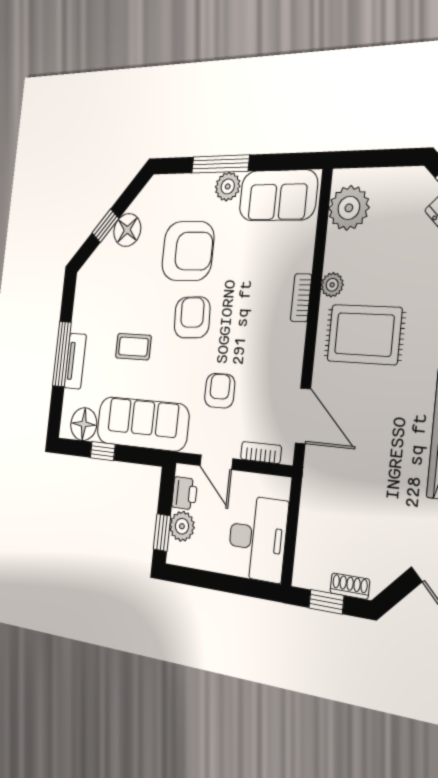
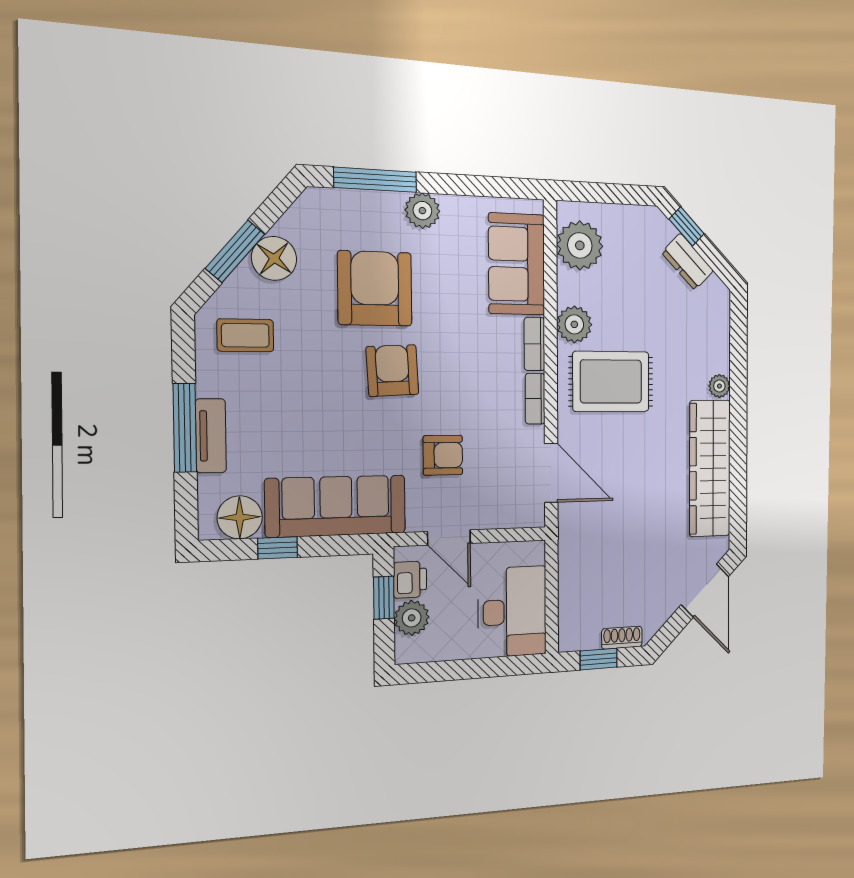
window: (220, 164) -> (375, 180), moved
sofa: (278, 195) -> (517, 264), moved, turned 90
window: (105, 226) -> (235, 251), width x1.50
armchair: (188, 251) -> (375, 288), turned -90
plant: (332, 285) -> (574, 324), width x1.38, depth x1.38
coffee table: (133, 347) -> (245, 335), moved
armchair: (220, 391) -> (443, 455), turned 90
bookcase: (261, 453) -> (535, 399), moved, turned -90
window: (162, 533) -> (384, 598), moved

